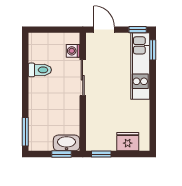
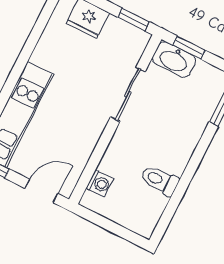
door: (104, 30) -> (41, 191), swing flipped
sliding door: (83, 78) -> (128, 94), moved

